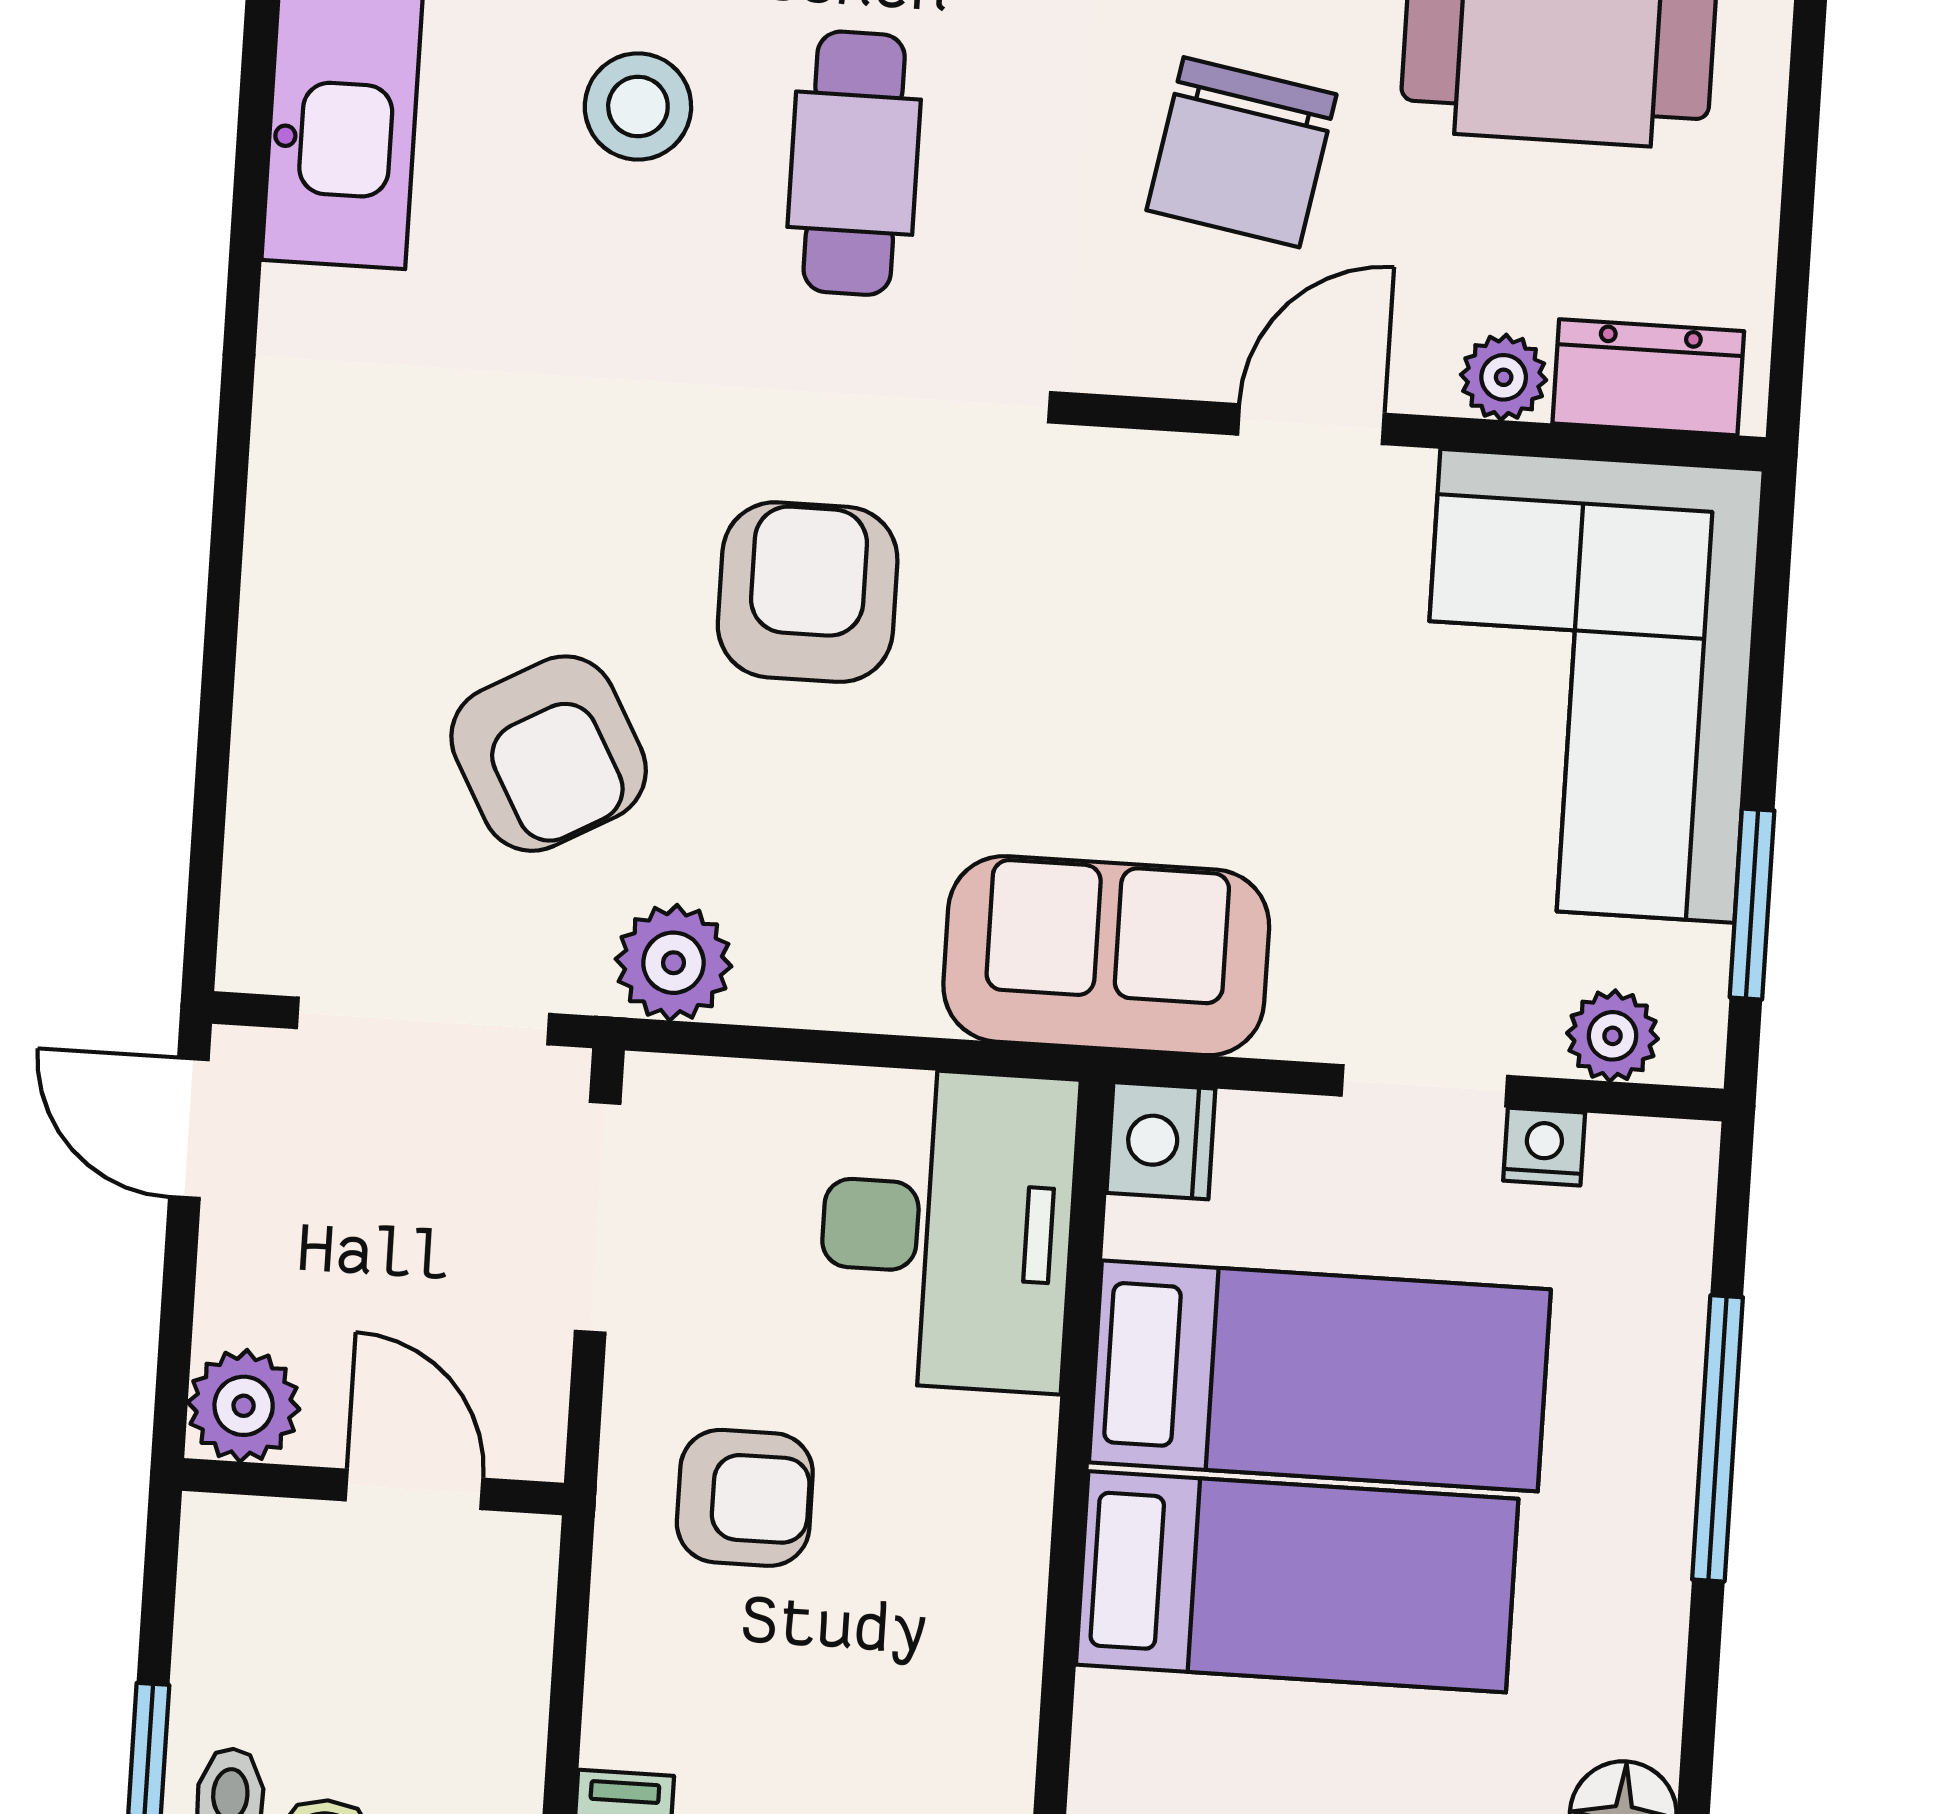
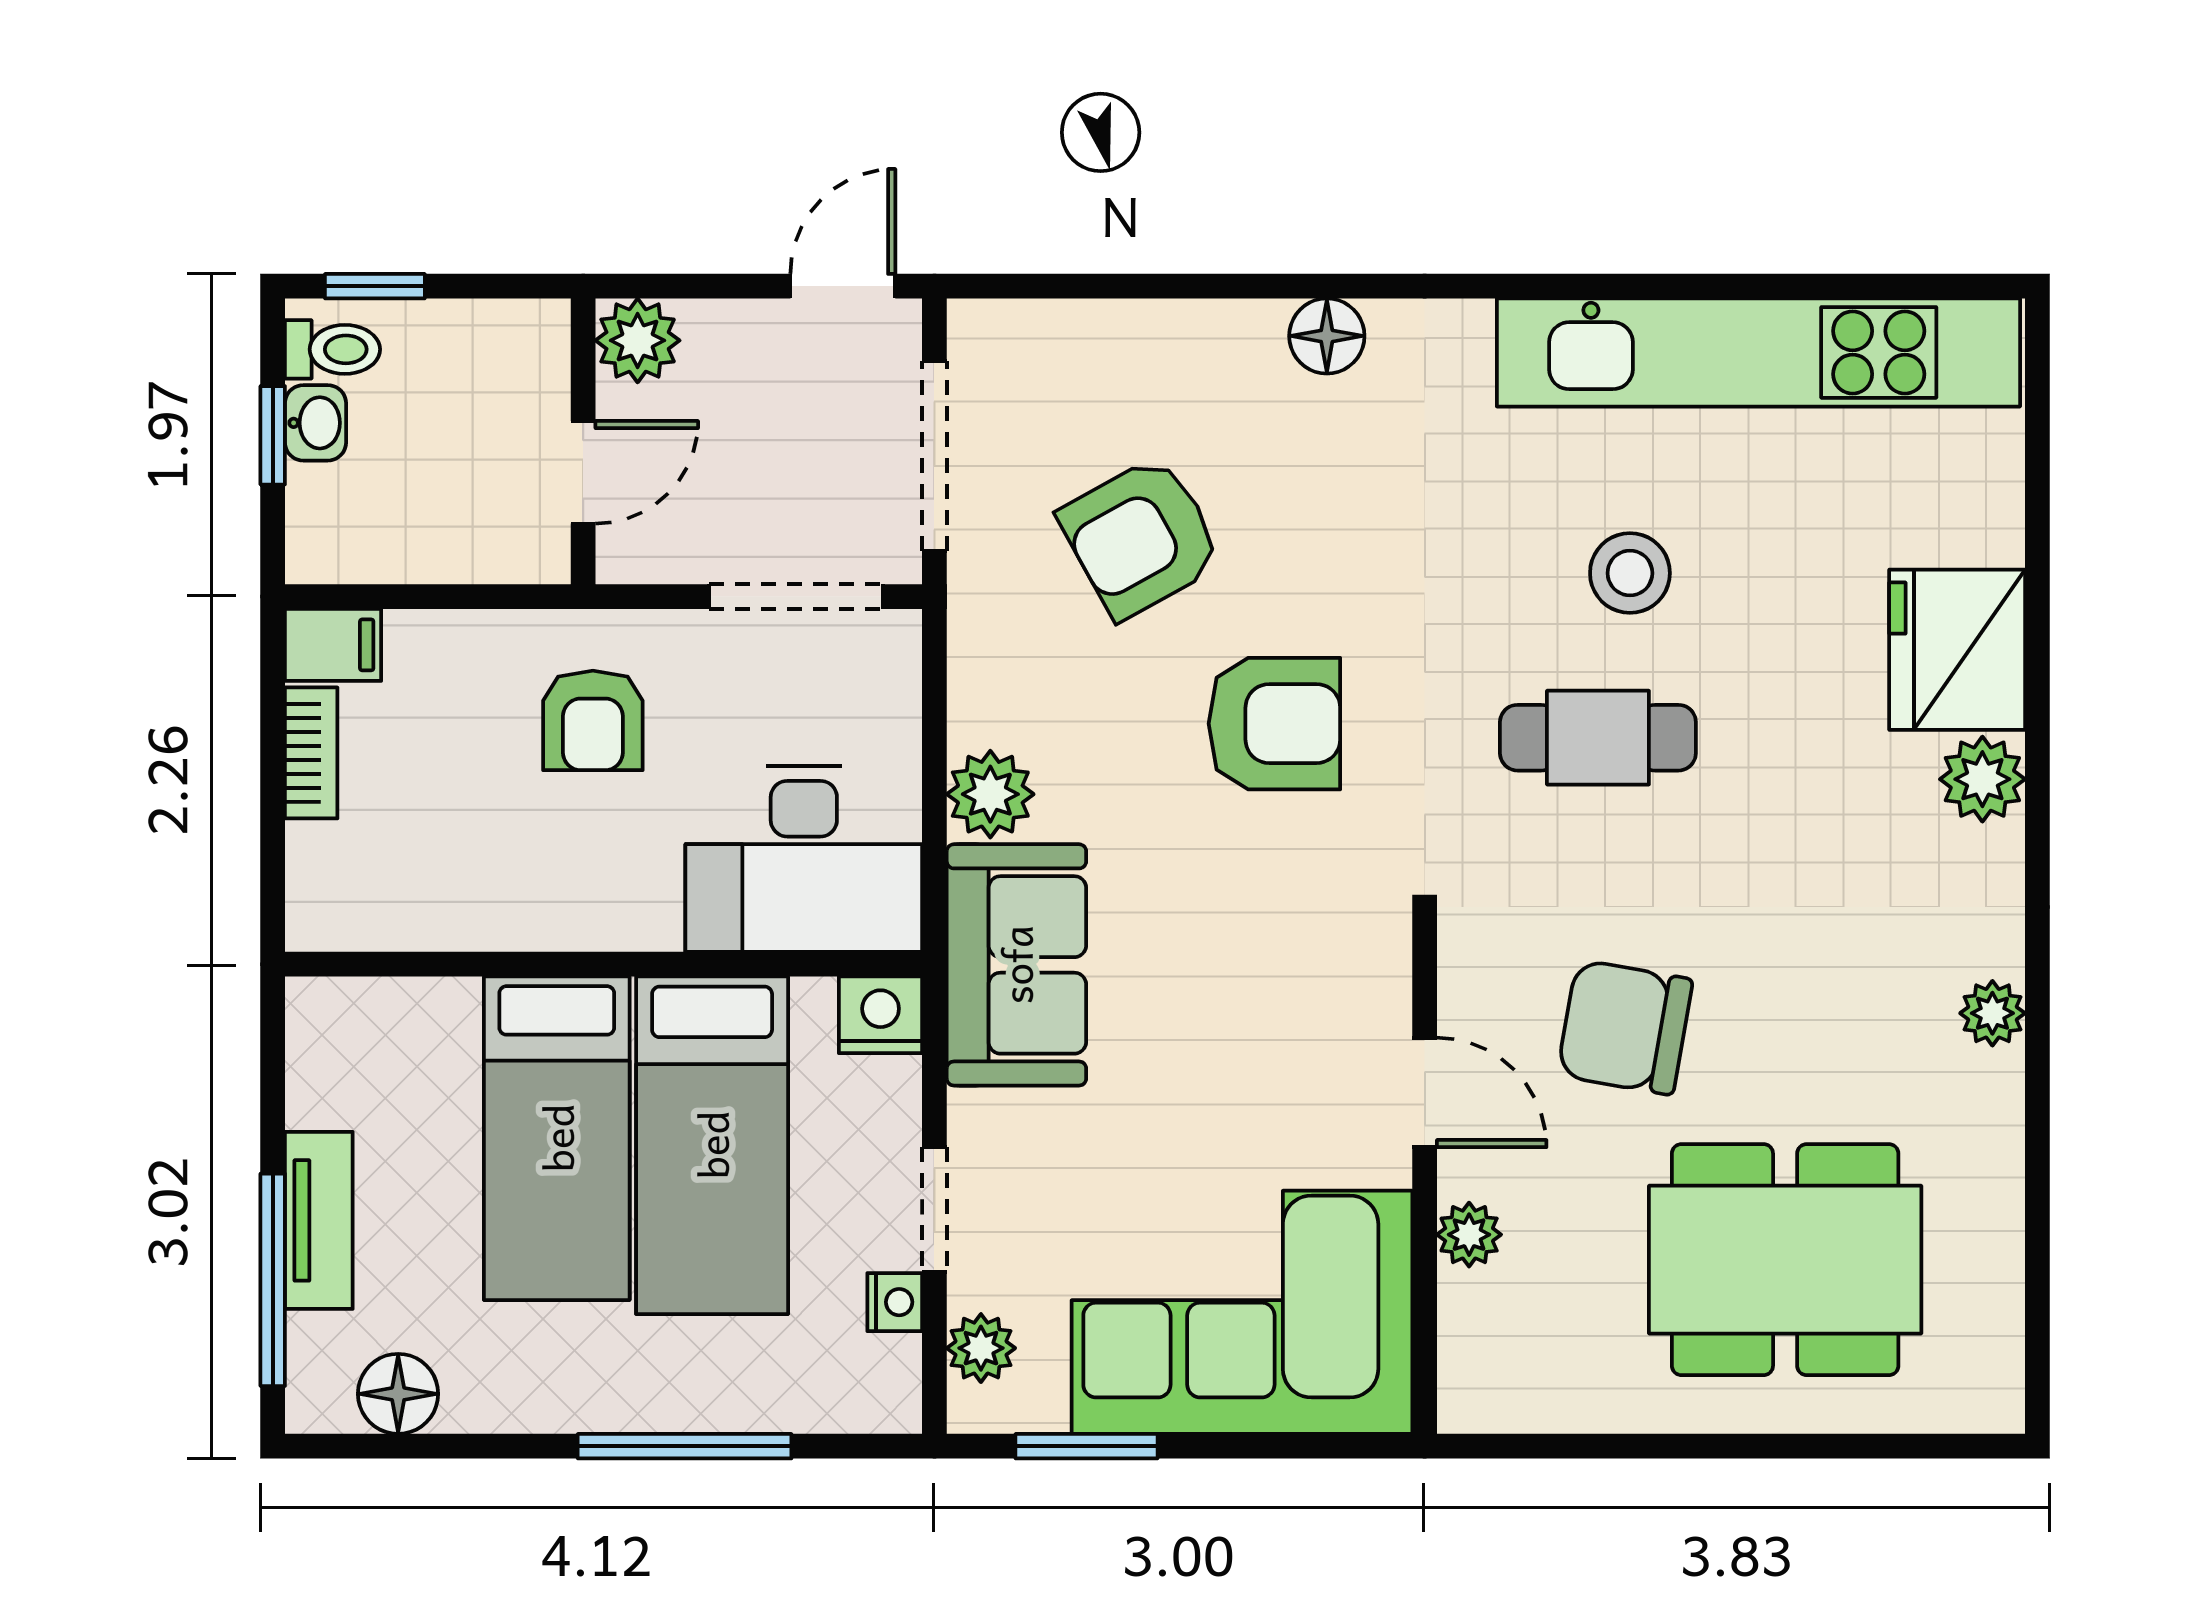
dresser: (1648, 377) -> (1476, 1343), removed
floor lamp: (297, 489) -> (1327, 336), added
plant: (673, 963) -> (990, 794), moved

